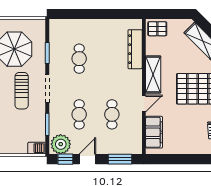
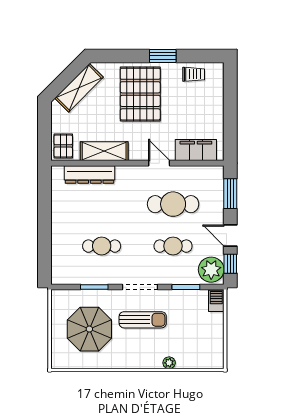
shelving: (153, 74) -> (104, 151), moved
cafe table: (112, 114) -> (173, 204), width x1.37, depth x1.35

